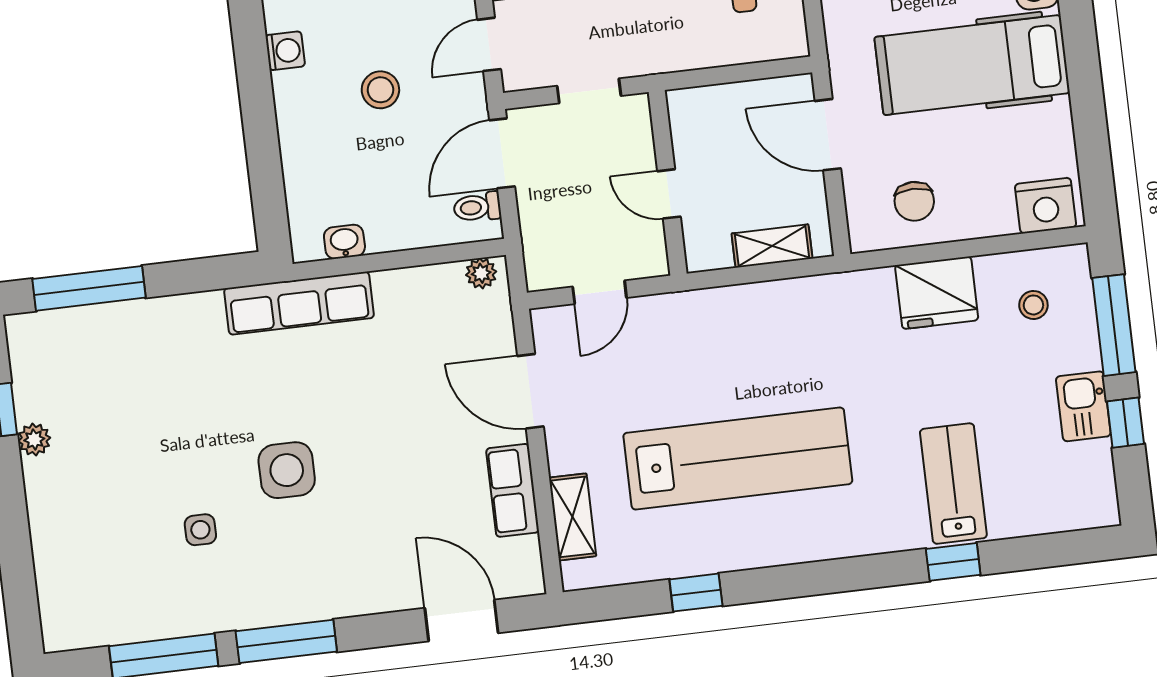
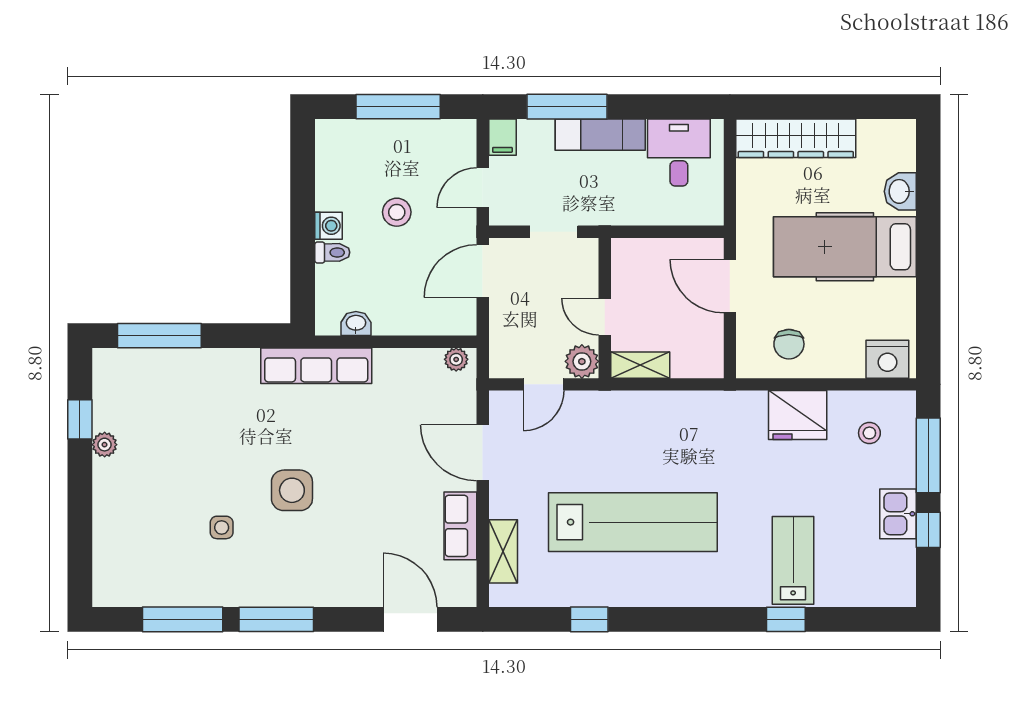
washing machine: (285, 51) -> (329, 226), moved
toilet: (477, 207) -> (332, 252), moved, turned 180
shelving: (772, 246) -> (640, 365), moved
plant: (646, 256) -> (582, 361), added

